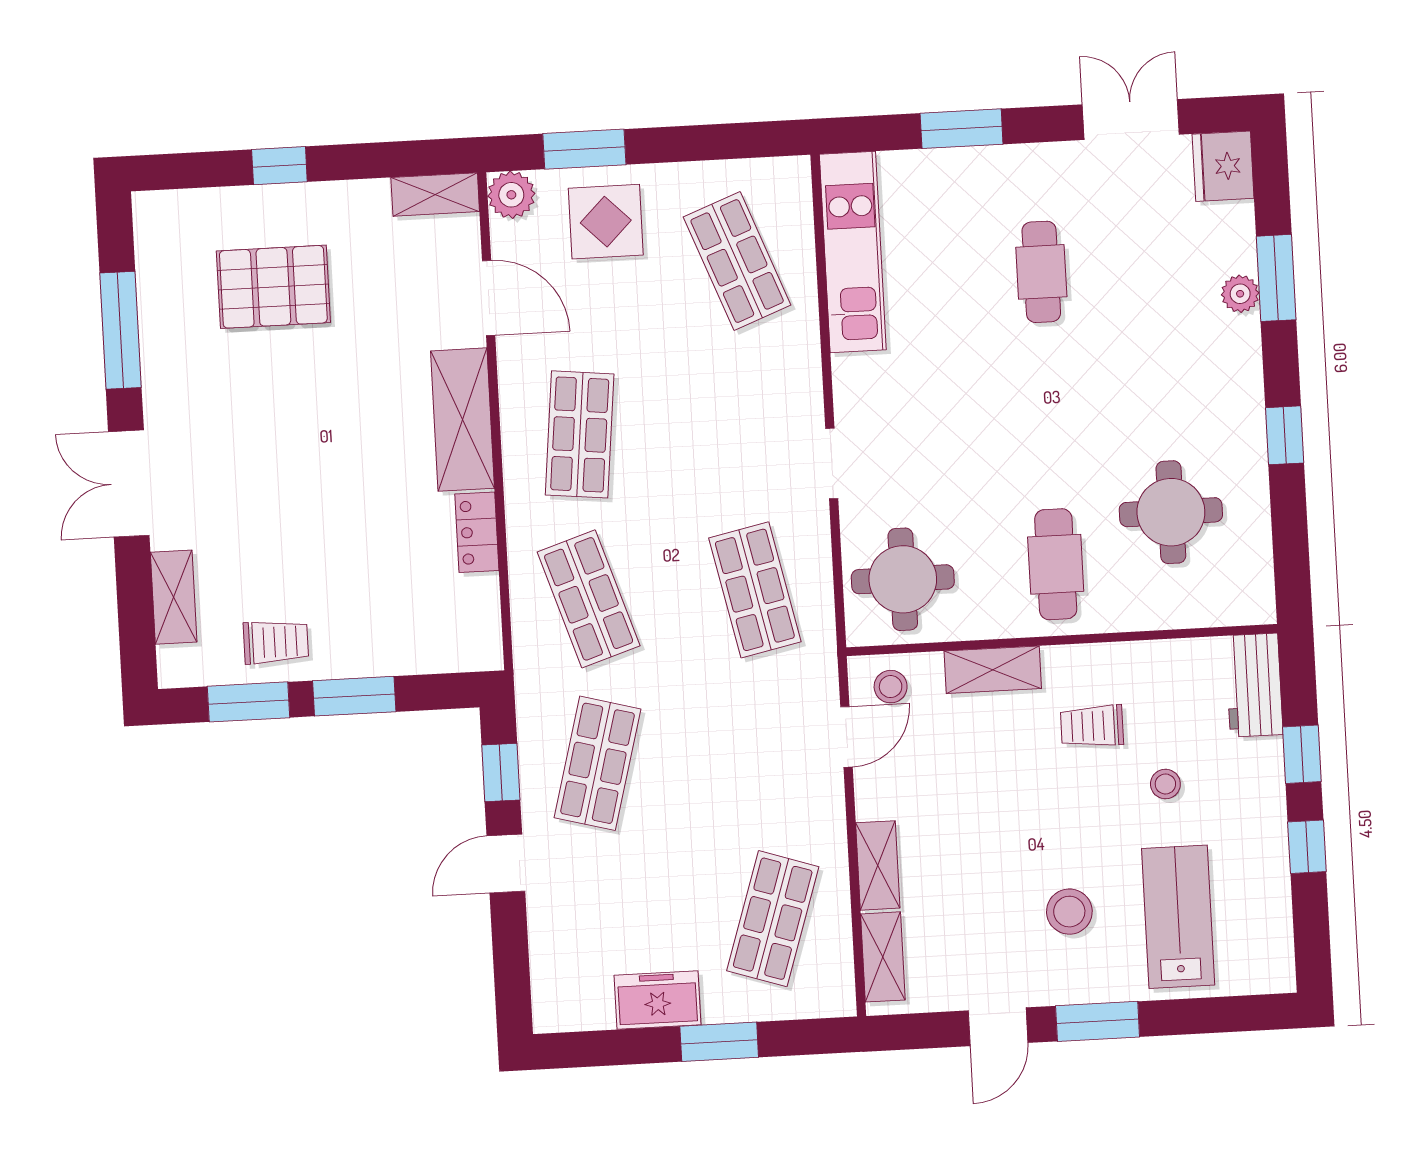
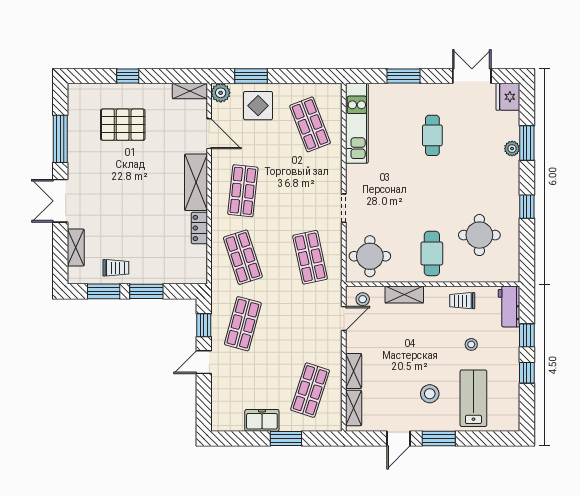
trolley: (1092, 726) -> (462, 301), moved

